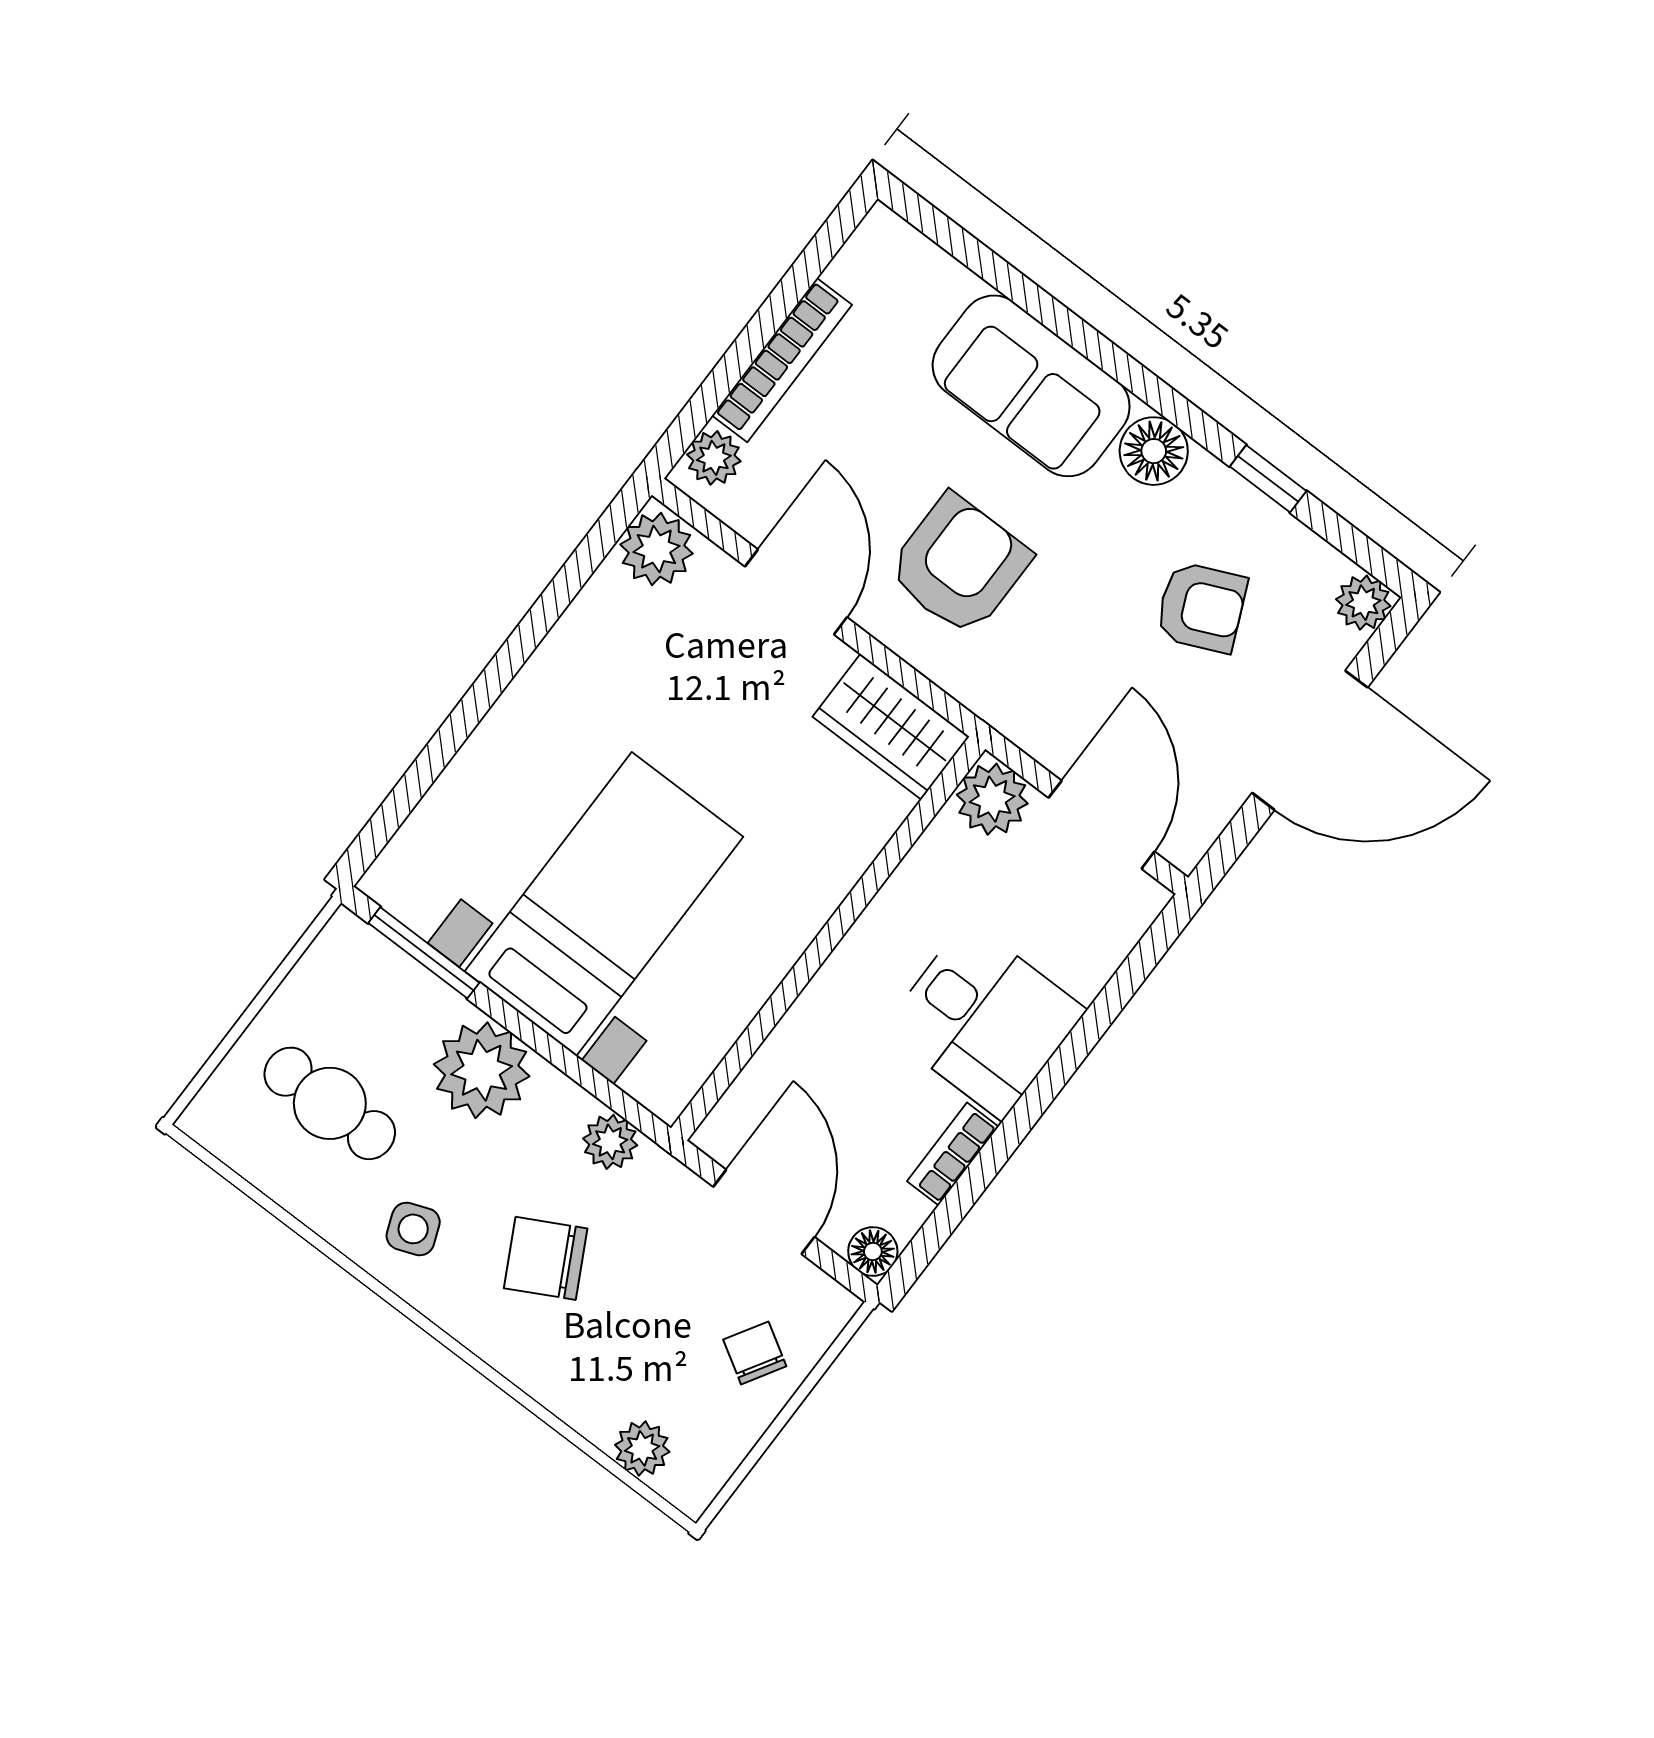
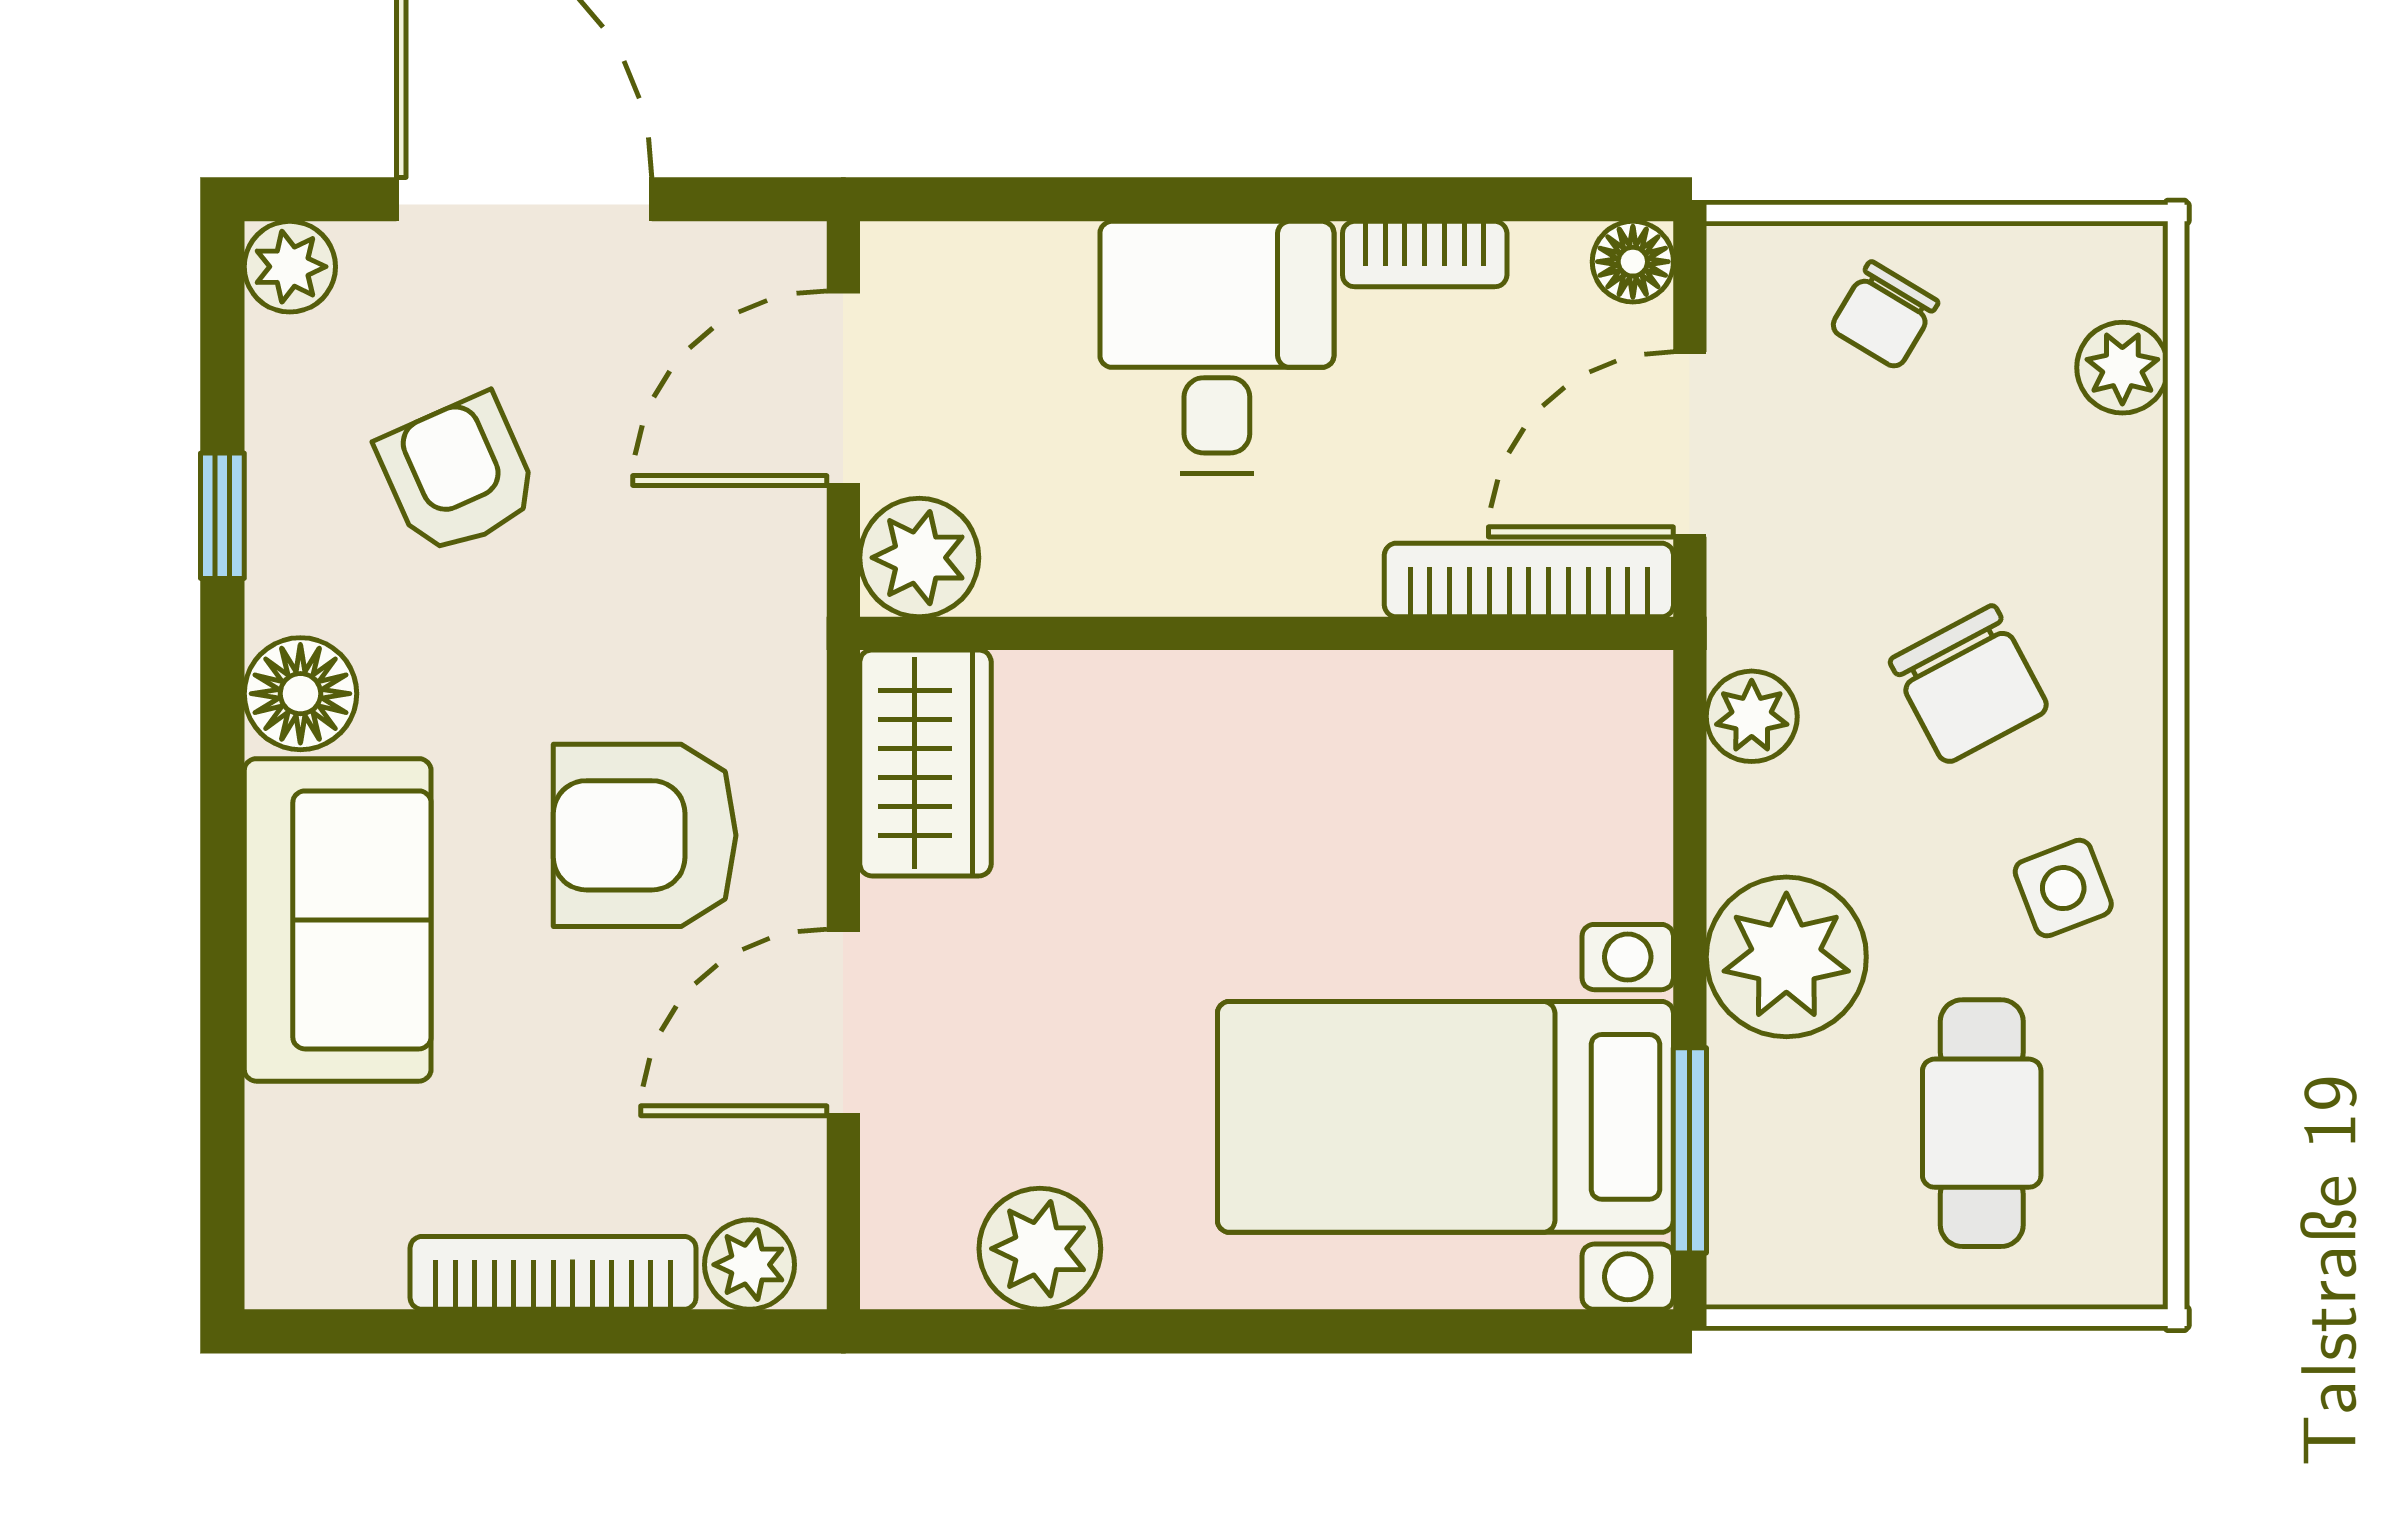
plant: (656, 549) -> (1040, 1249), moved
bed with nightstands: (604, 904) -> (1445, 1117), moved
bookcase: (758, 1085) -> (1529, 580), added

